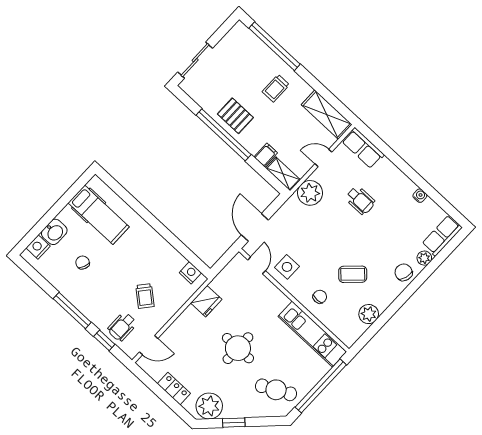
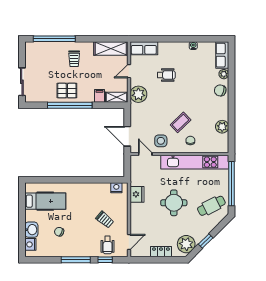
coffee table: (353, 274) -> (181, 122), moved
kitchen unit: (312, 334) -> (195, 162), width x1.36

